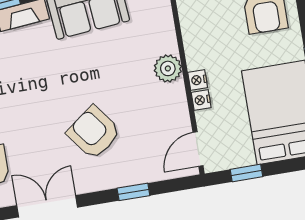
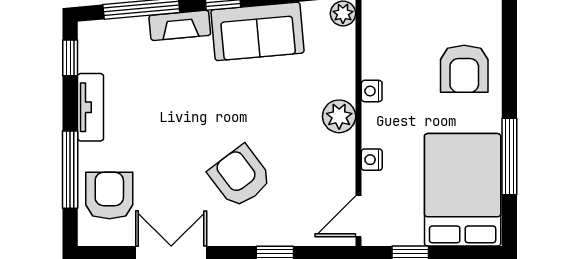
nightstand: (198, 80) -> (372, 91), moved

